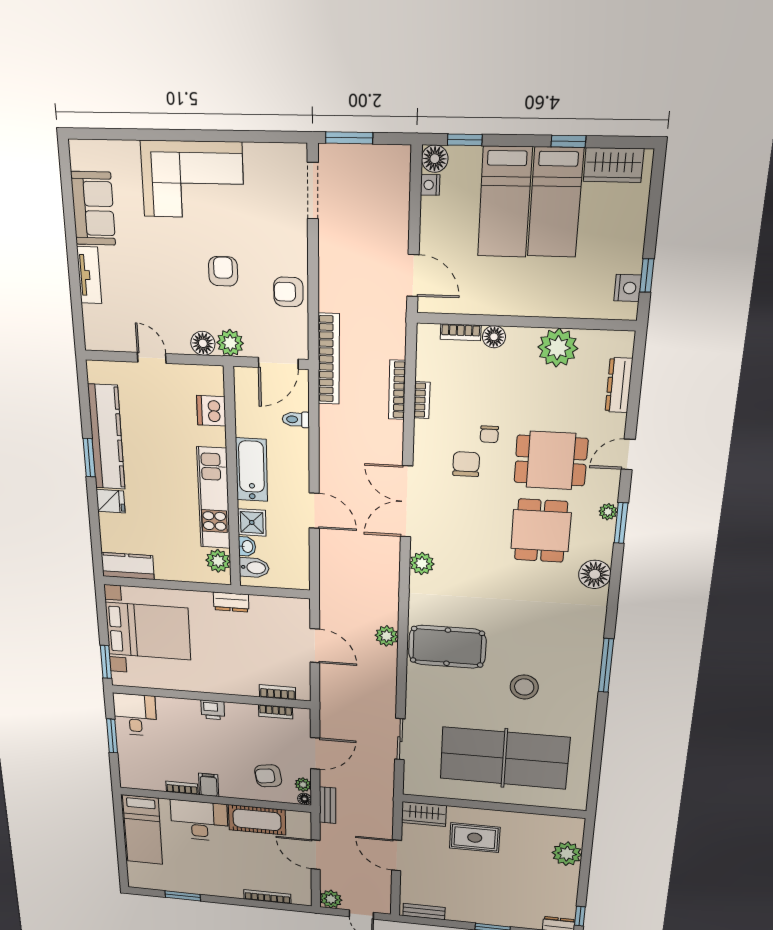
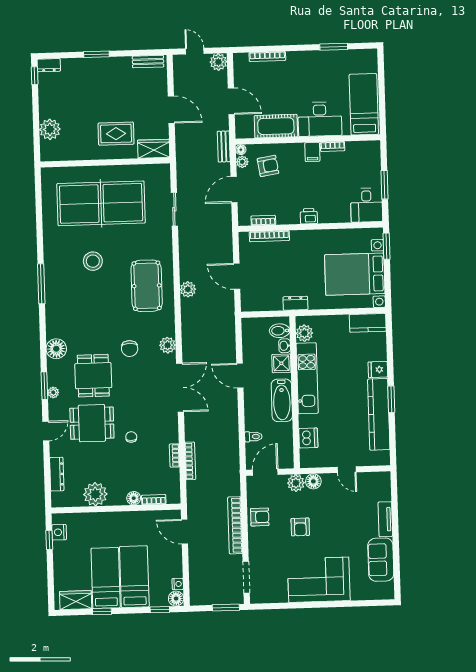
bookcase: (329, 359) -> (235, 525), moved
chair: (466, 464) -> (130, 349), moved
pool table: (447, 647) -> (147, 286), turned 90
bookcase: (277, 692) -> (269, 236), width x1.56

